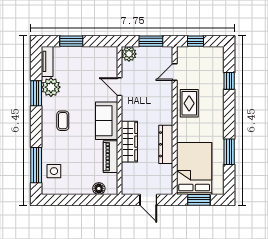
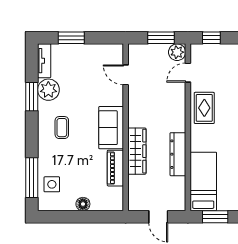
plant: (129, 54) -> (177, 52), moved
door: (119, 87) -> (126, 75), moved
bed: (194, 169) -> (203, 181), width x0.67
floor lamp: (99, 189) -> (83, 204), moved

